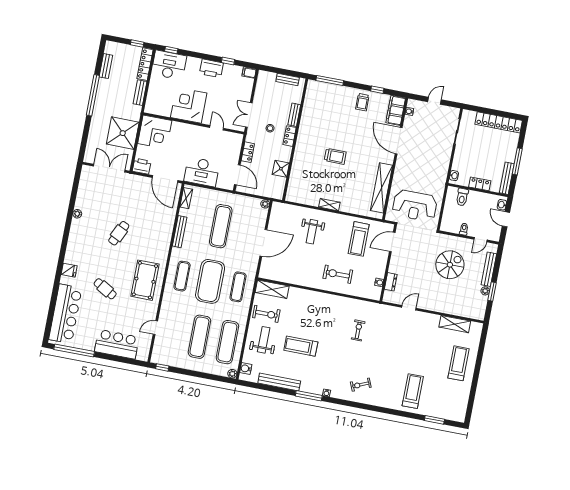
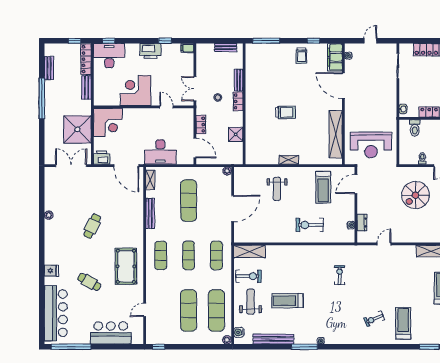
spiral stairs: (450, 265) -> (415, 195), turned 180
exercise mat: (210, 281) -> (189, 255), width x0.50, depth x0.69
exercise bike: (361, 385) -> (374, 319), moved

